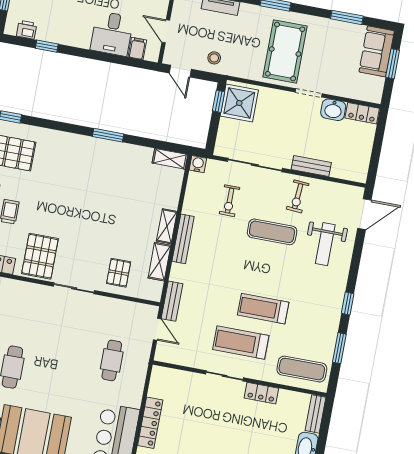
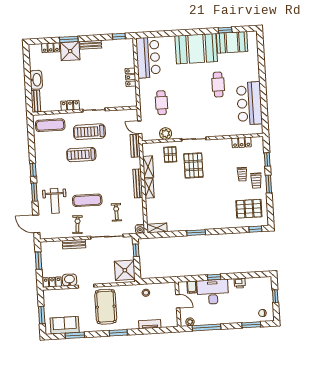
printer: (27, 30) -> (240, 283), moved
desk: (112, 34) -> (213, 292), width x1.37
window: (47, 46) -> (214, 277), moved
sofa: (377, 51) -> (65, 325), moved, turned -90
door: (180, 71) -> (164, 280), removed
window: (219, 101) -> (136, 250), moved
window: (376, 154) -> (38, 261), added
door: (364, 214) -> (36, 224), hinge flipped
weight bench: (325, 244) -> (55, 201), turned 180
pallet: (40, 256) -> (193, 165), moved
plant: (118, 309) -> (166, 134), added
treadmill: (263, 309) -> (81, 155), turned 180
treadmill: (241, 343) -> (89, 132), turned 180
window: (339, 348) -> (34, 192), moved
locker: (150, 423) -> (131, 77), width x0.66

